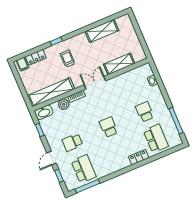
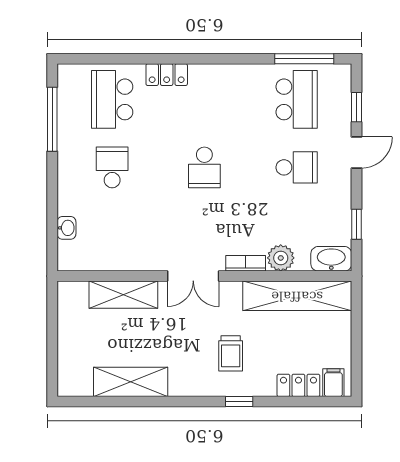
school desk: (145, 112) -> (112, 167), turned 180
school desk: (84, 169) -> (297, 99), turned 180

